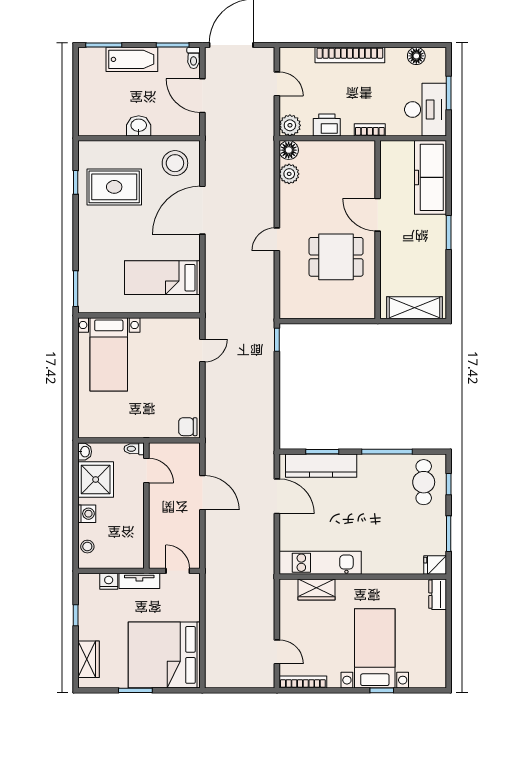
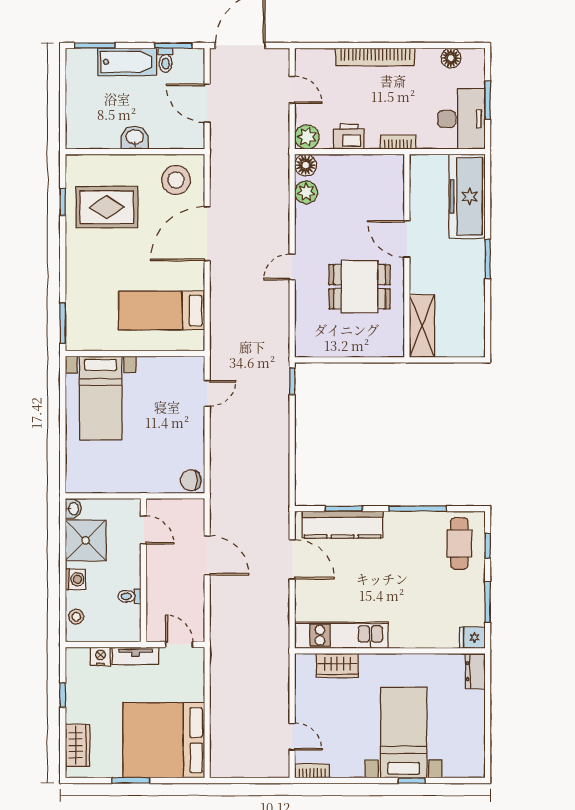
toilet: (194, 58) -> (166, 60), moved
shelving: (415, 308) -> (422, 326), moved, turned 90
toilet: (134, 449) -> (129, 596), moved
bookcase: (303, 682) -> (312, 771), width x0.64

